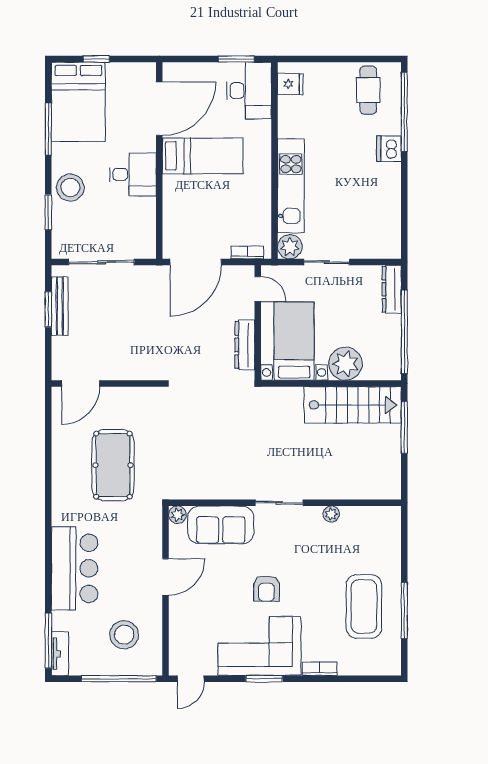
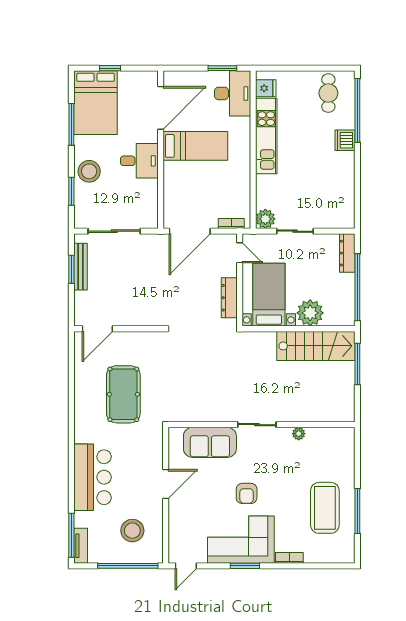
kitchen unit: (291, 186) -> (266, 136), moved
plant: (177, 515) -> (175, 434), removed

